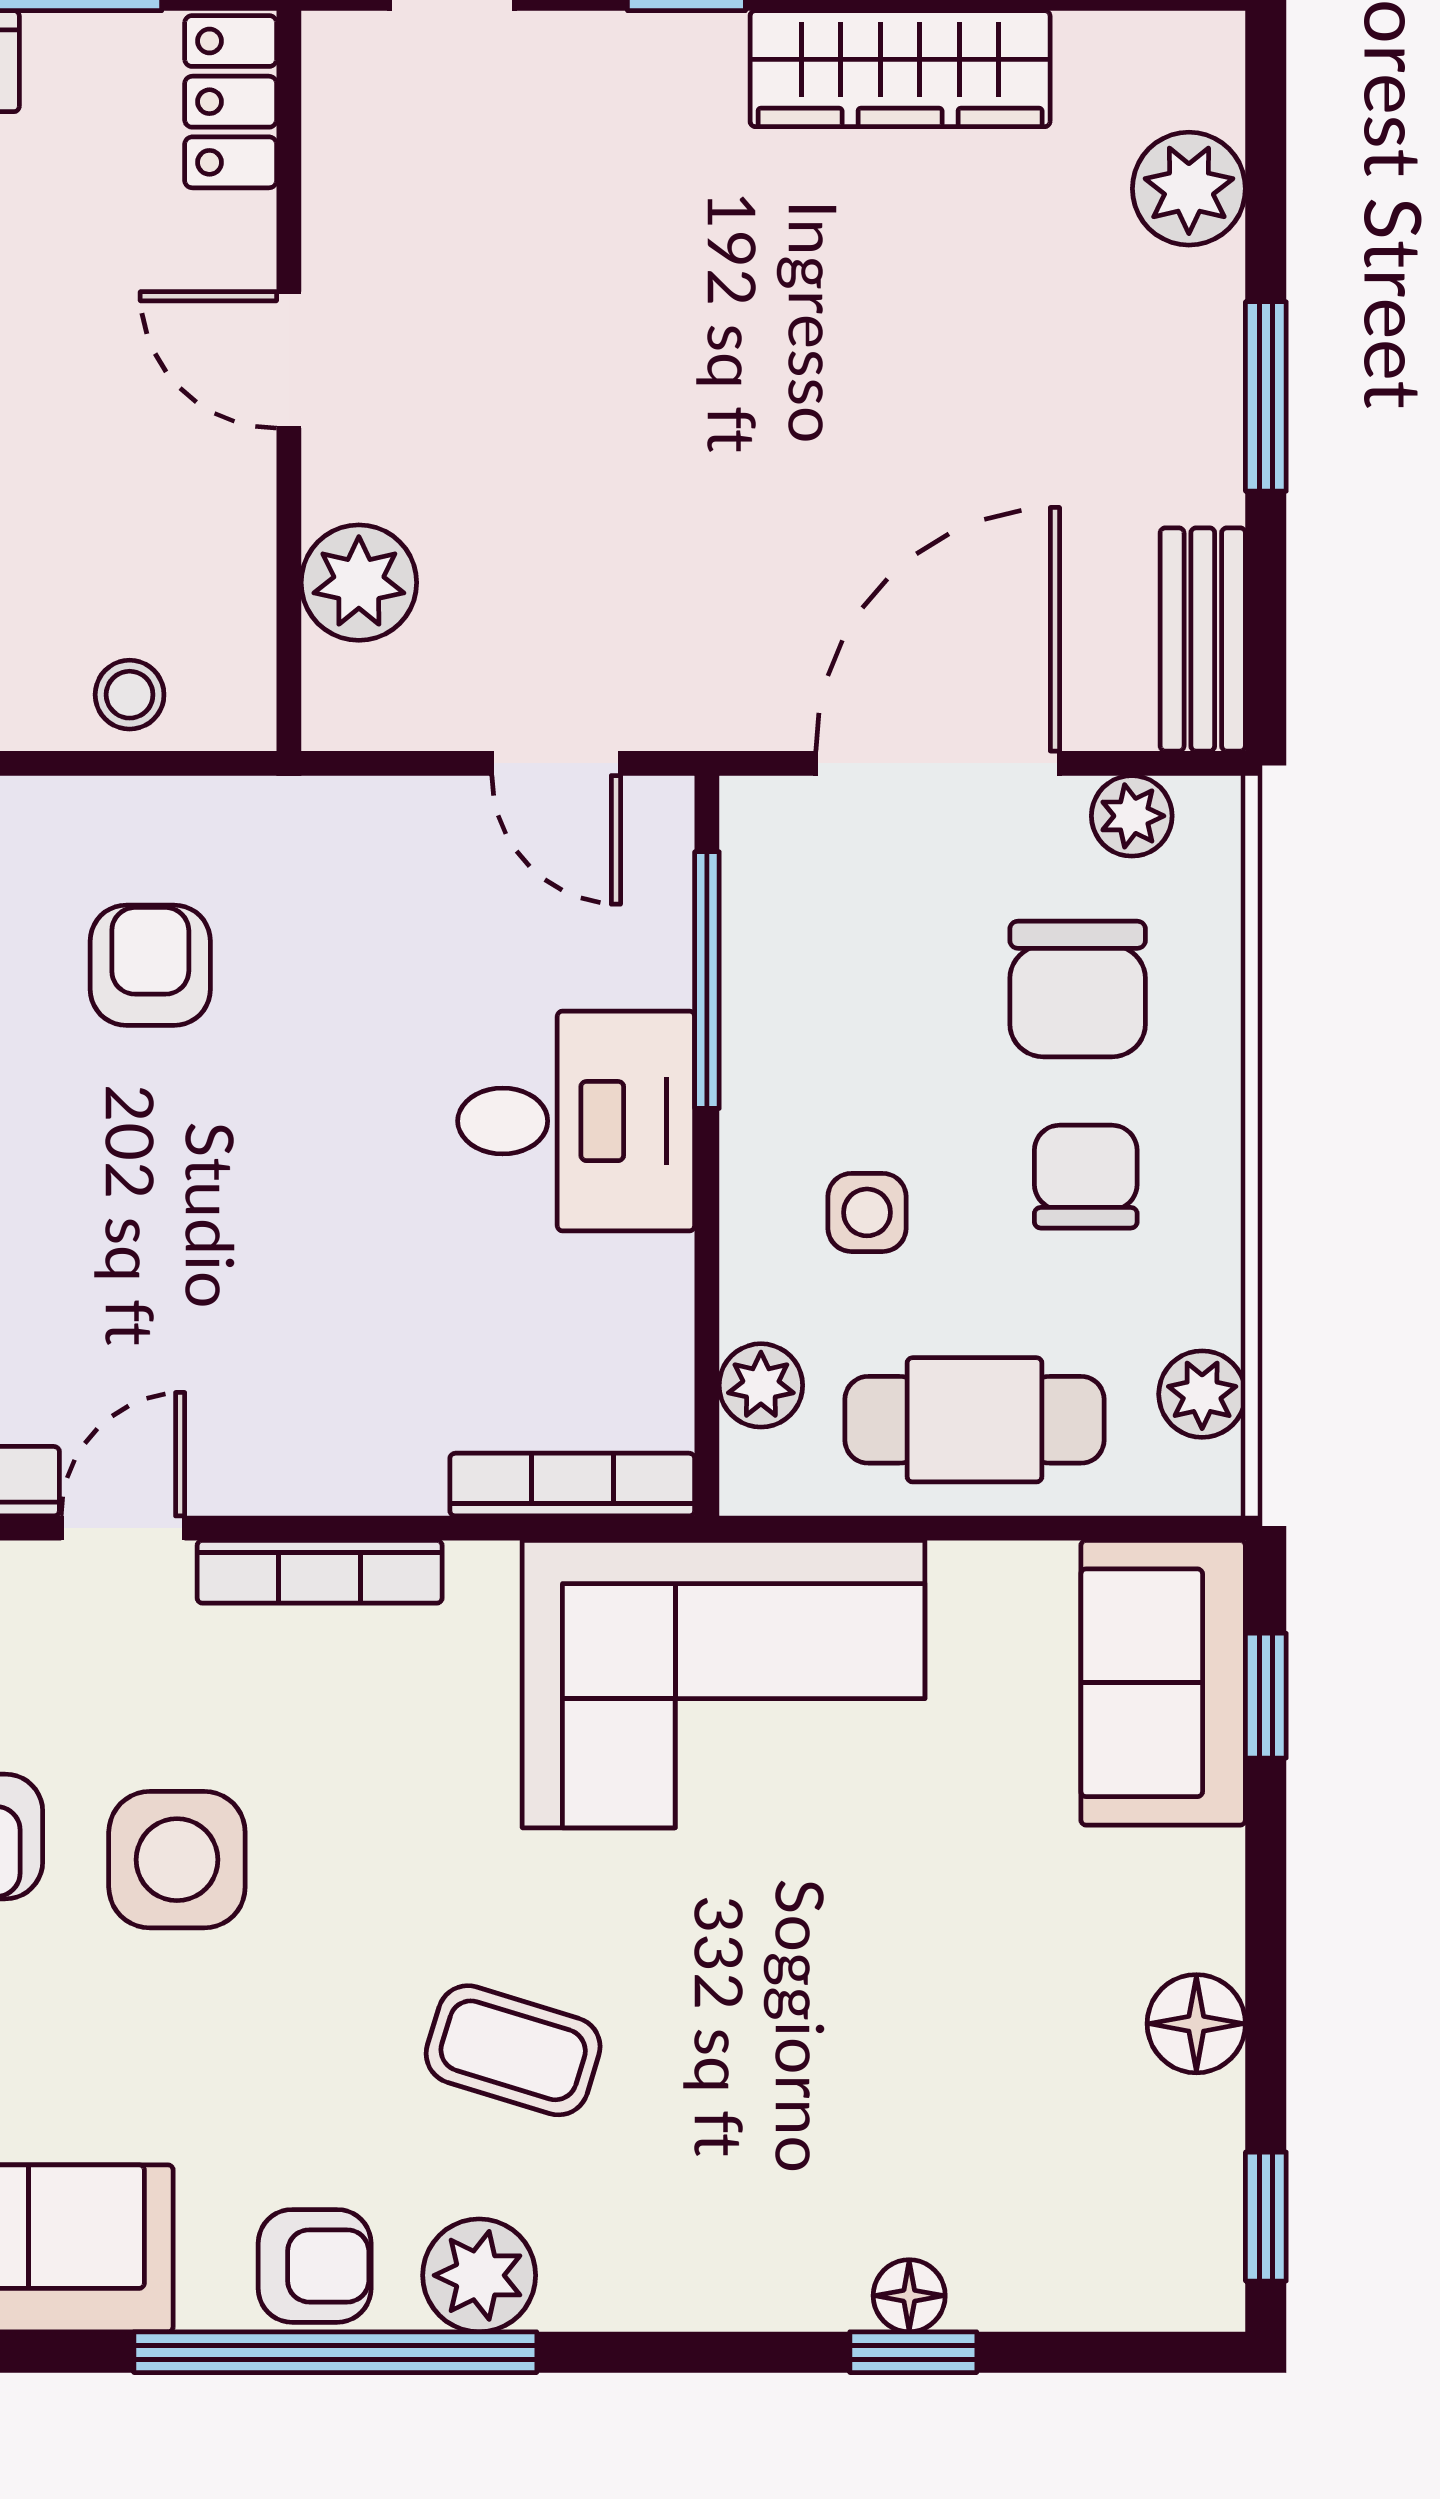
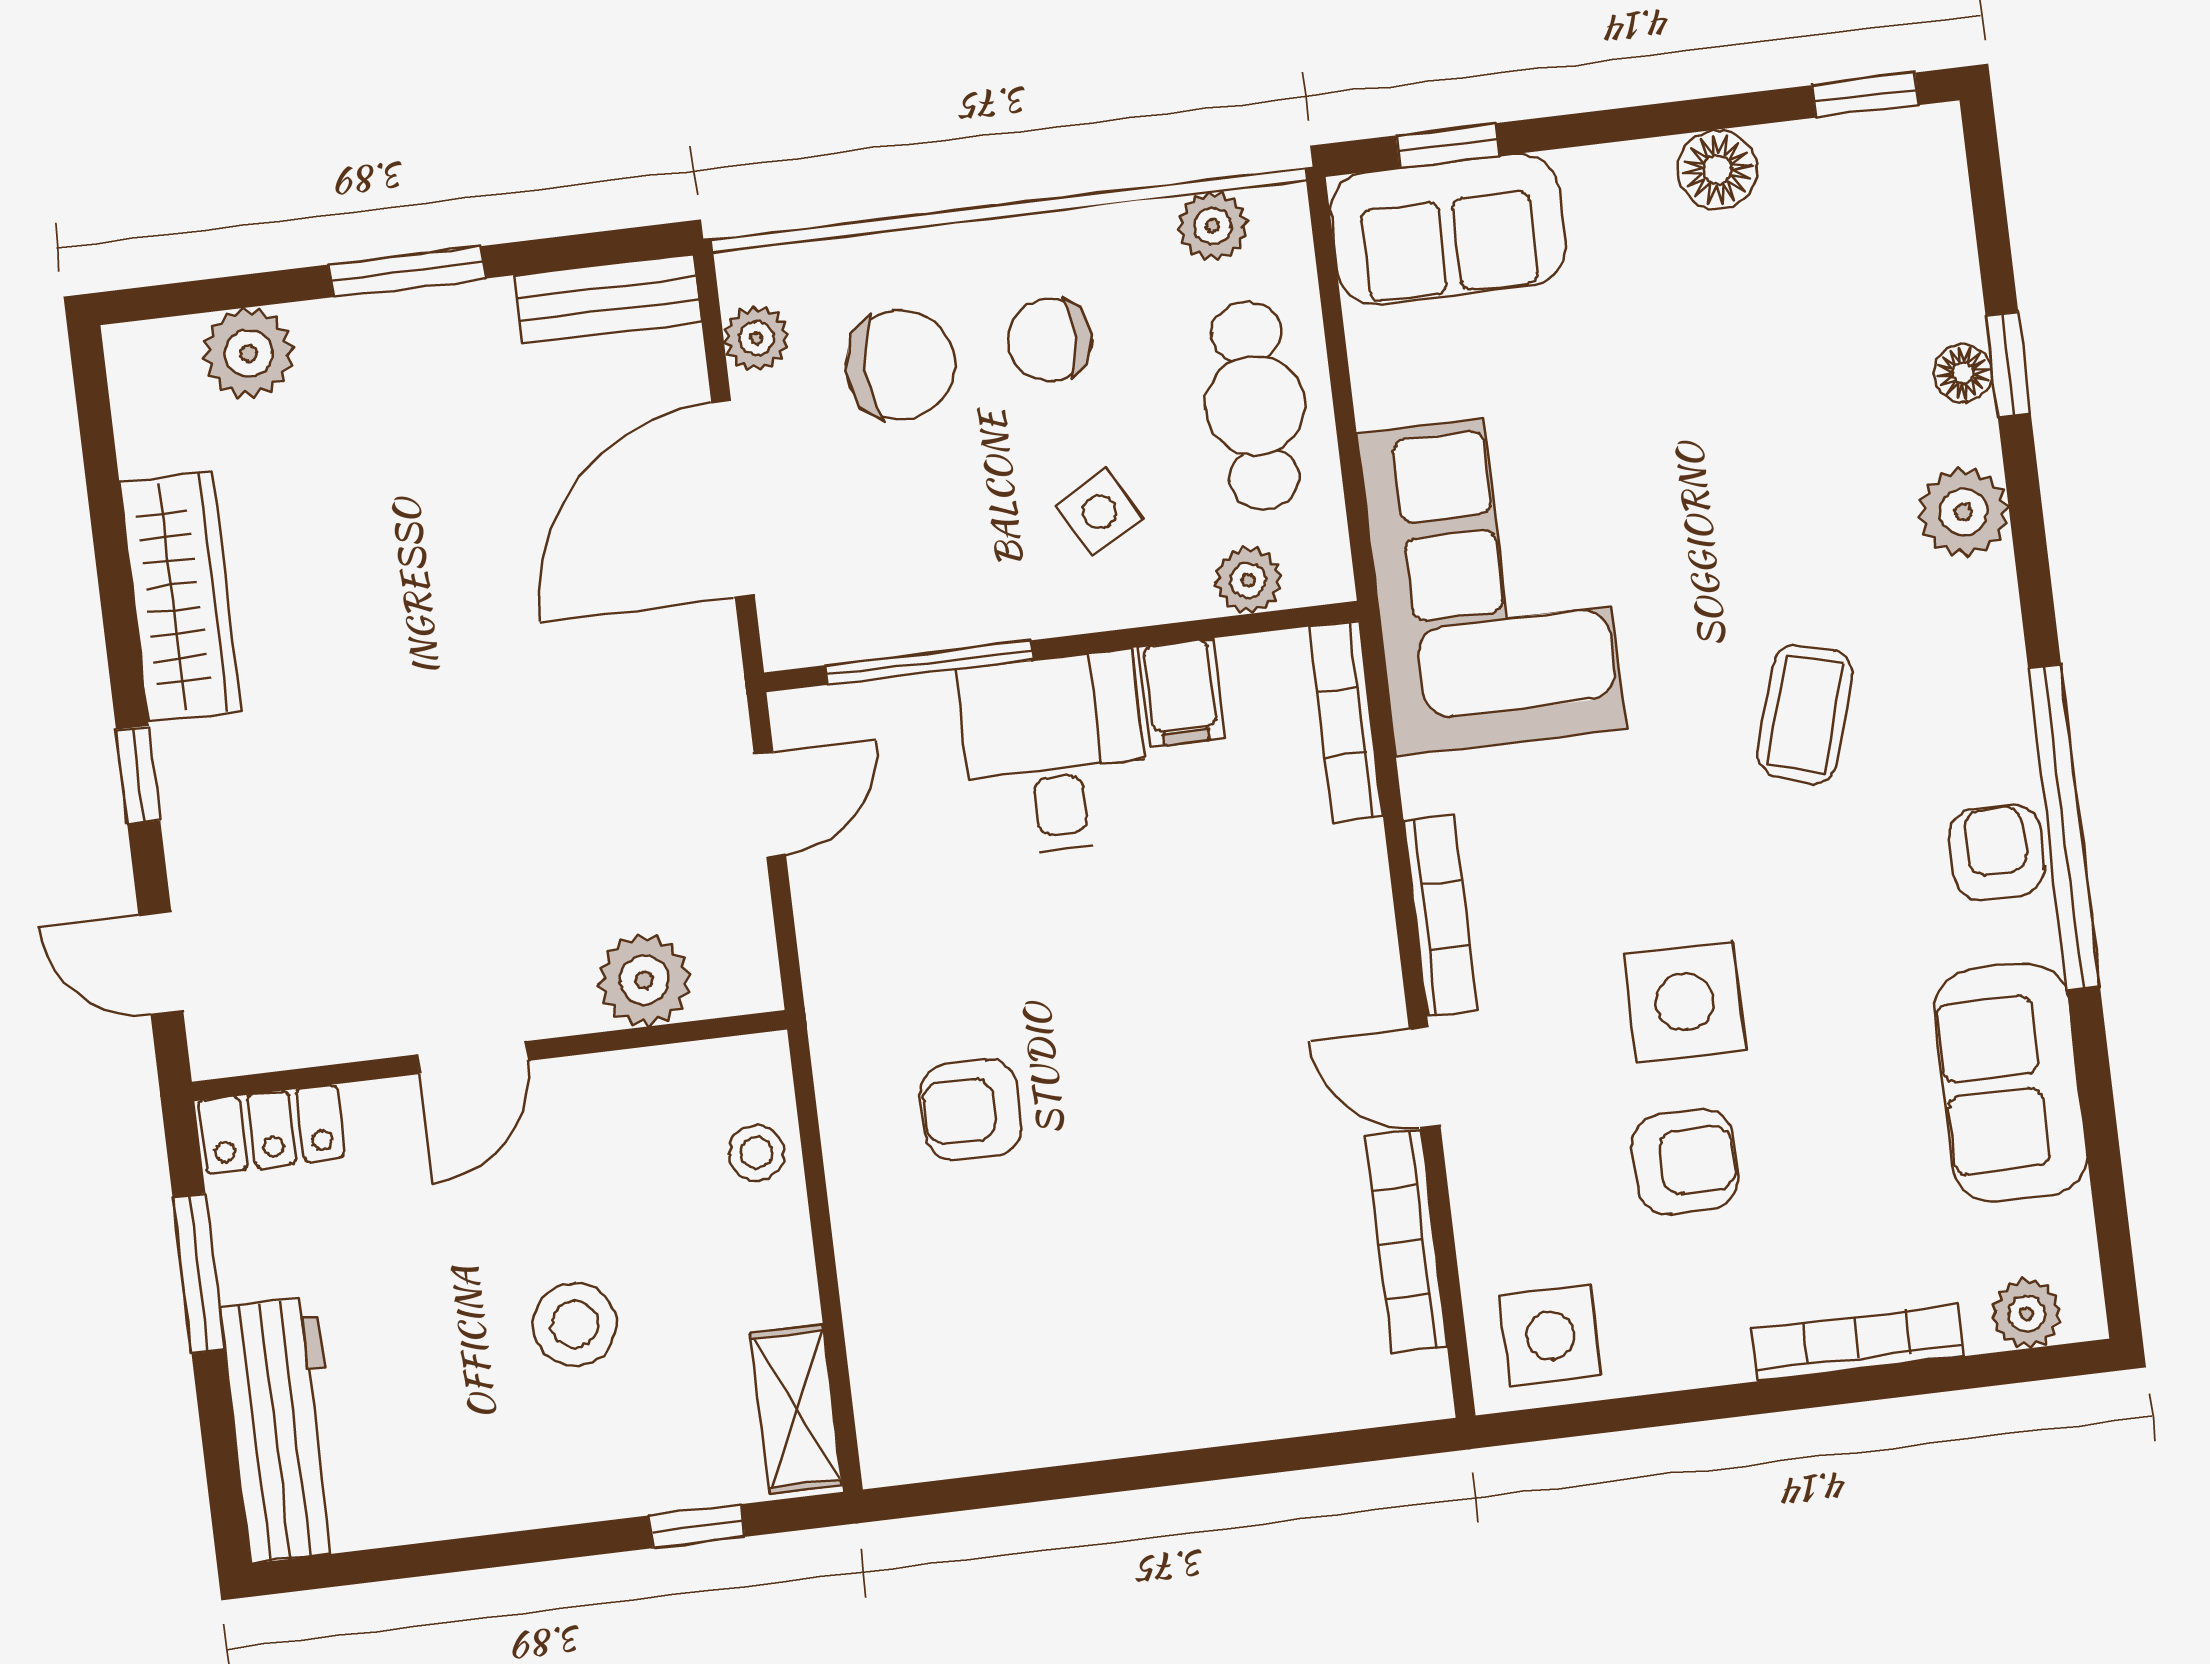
door: (938, 763) -> (733, 499), hinge flipped
side table: (867, 1212) -> (1100, 512), turned -30
filing cabinet: (632, 1286) -> (1181, 693), added
plant: (479, 2275) -> (1963, 512), moved

